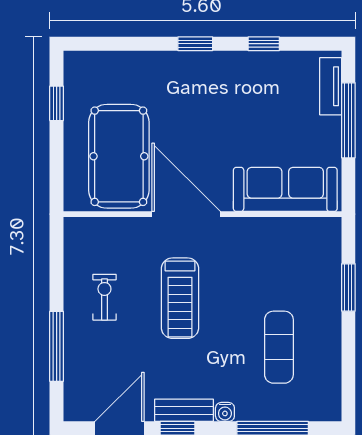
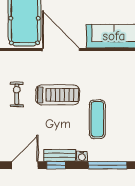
treadmill: (180, 298) -> (58, 95), turned -90
exercise mat: (279, 347) -> (97, 119), moved

